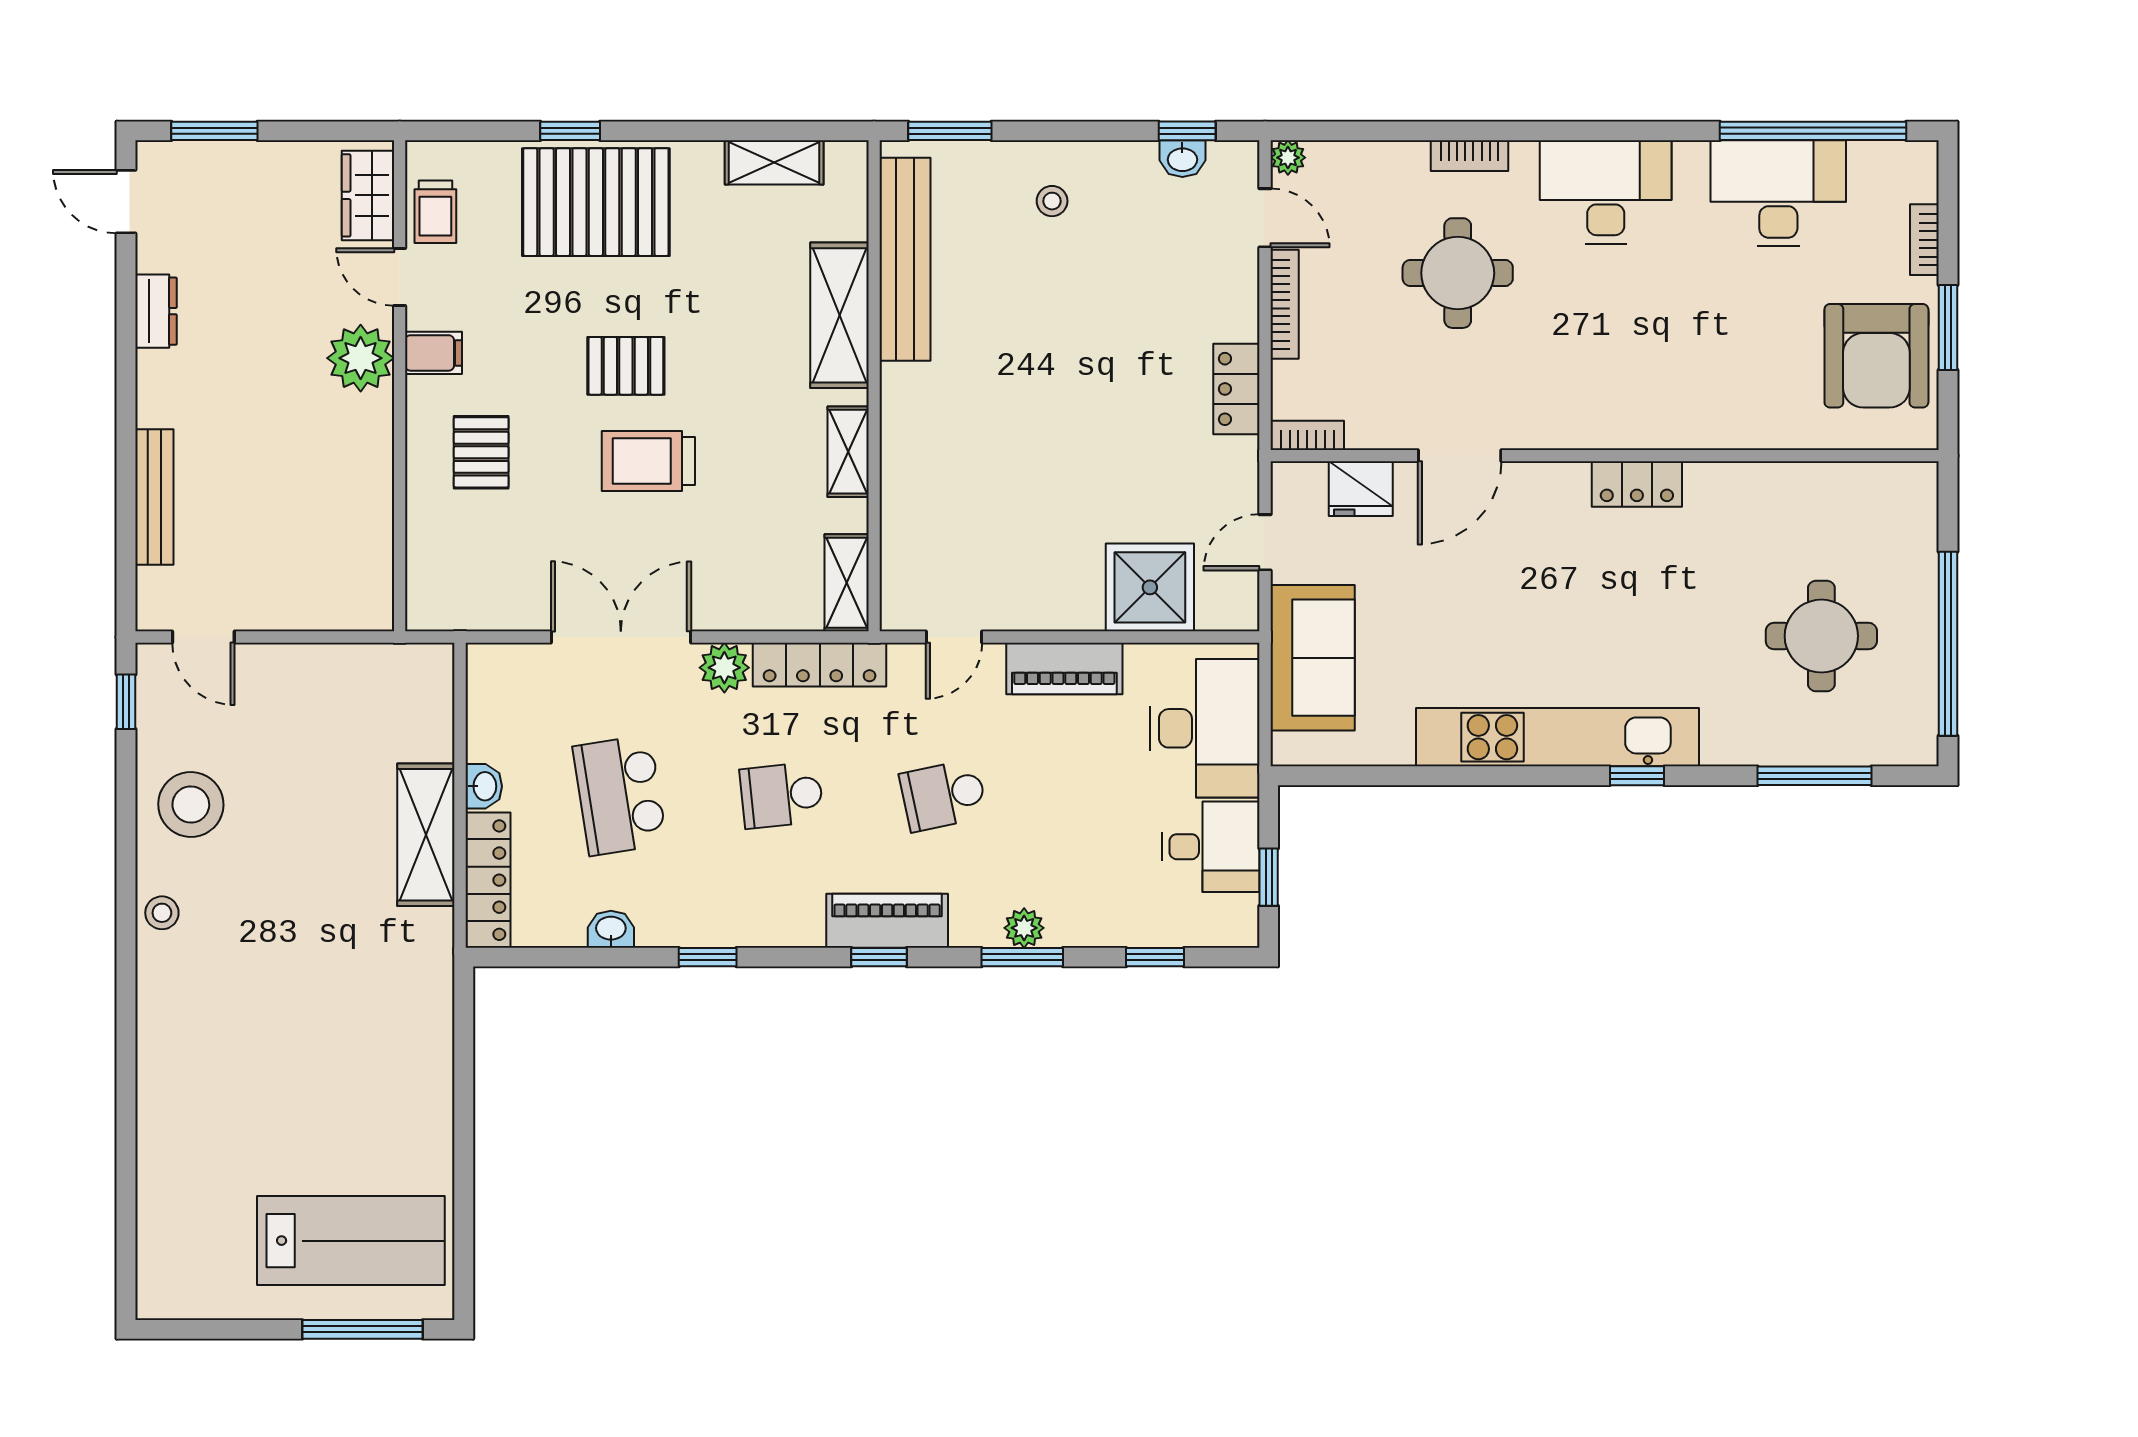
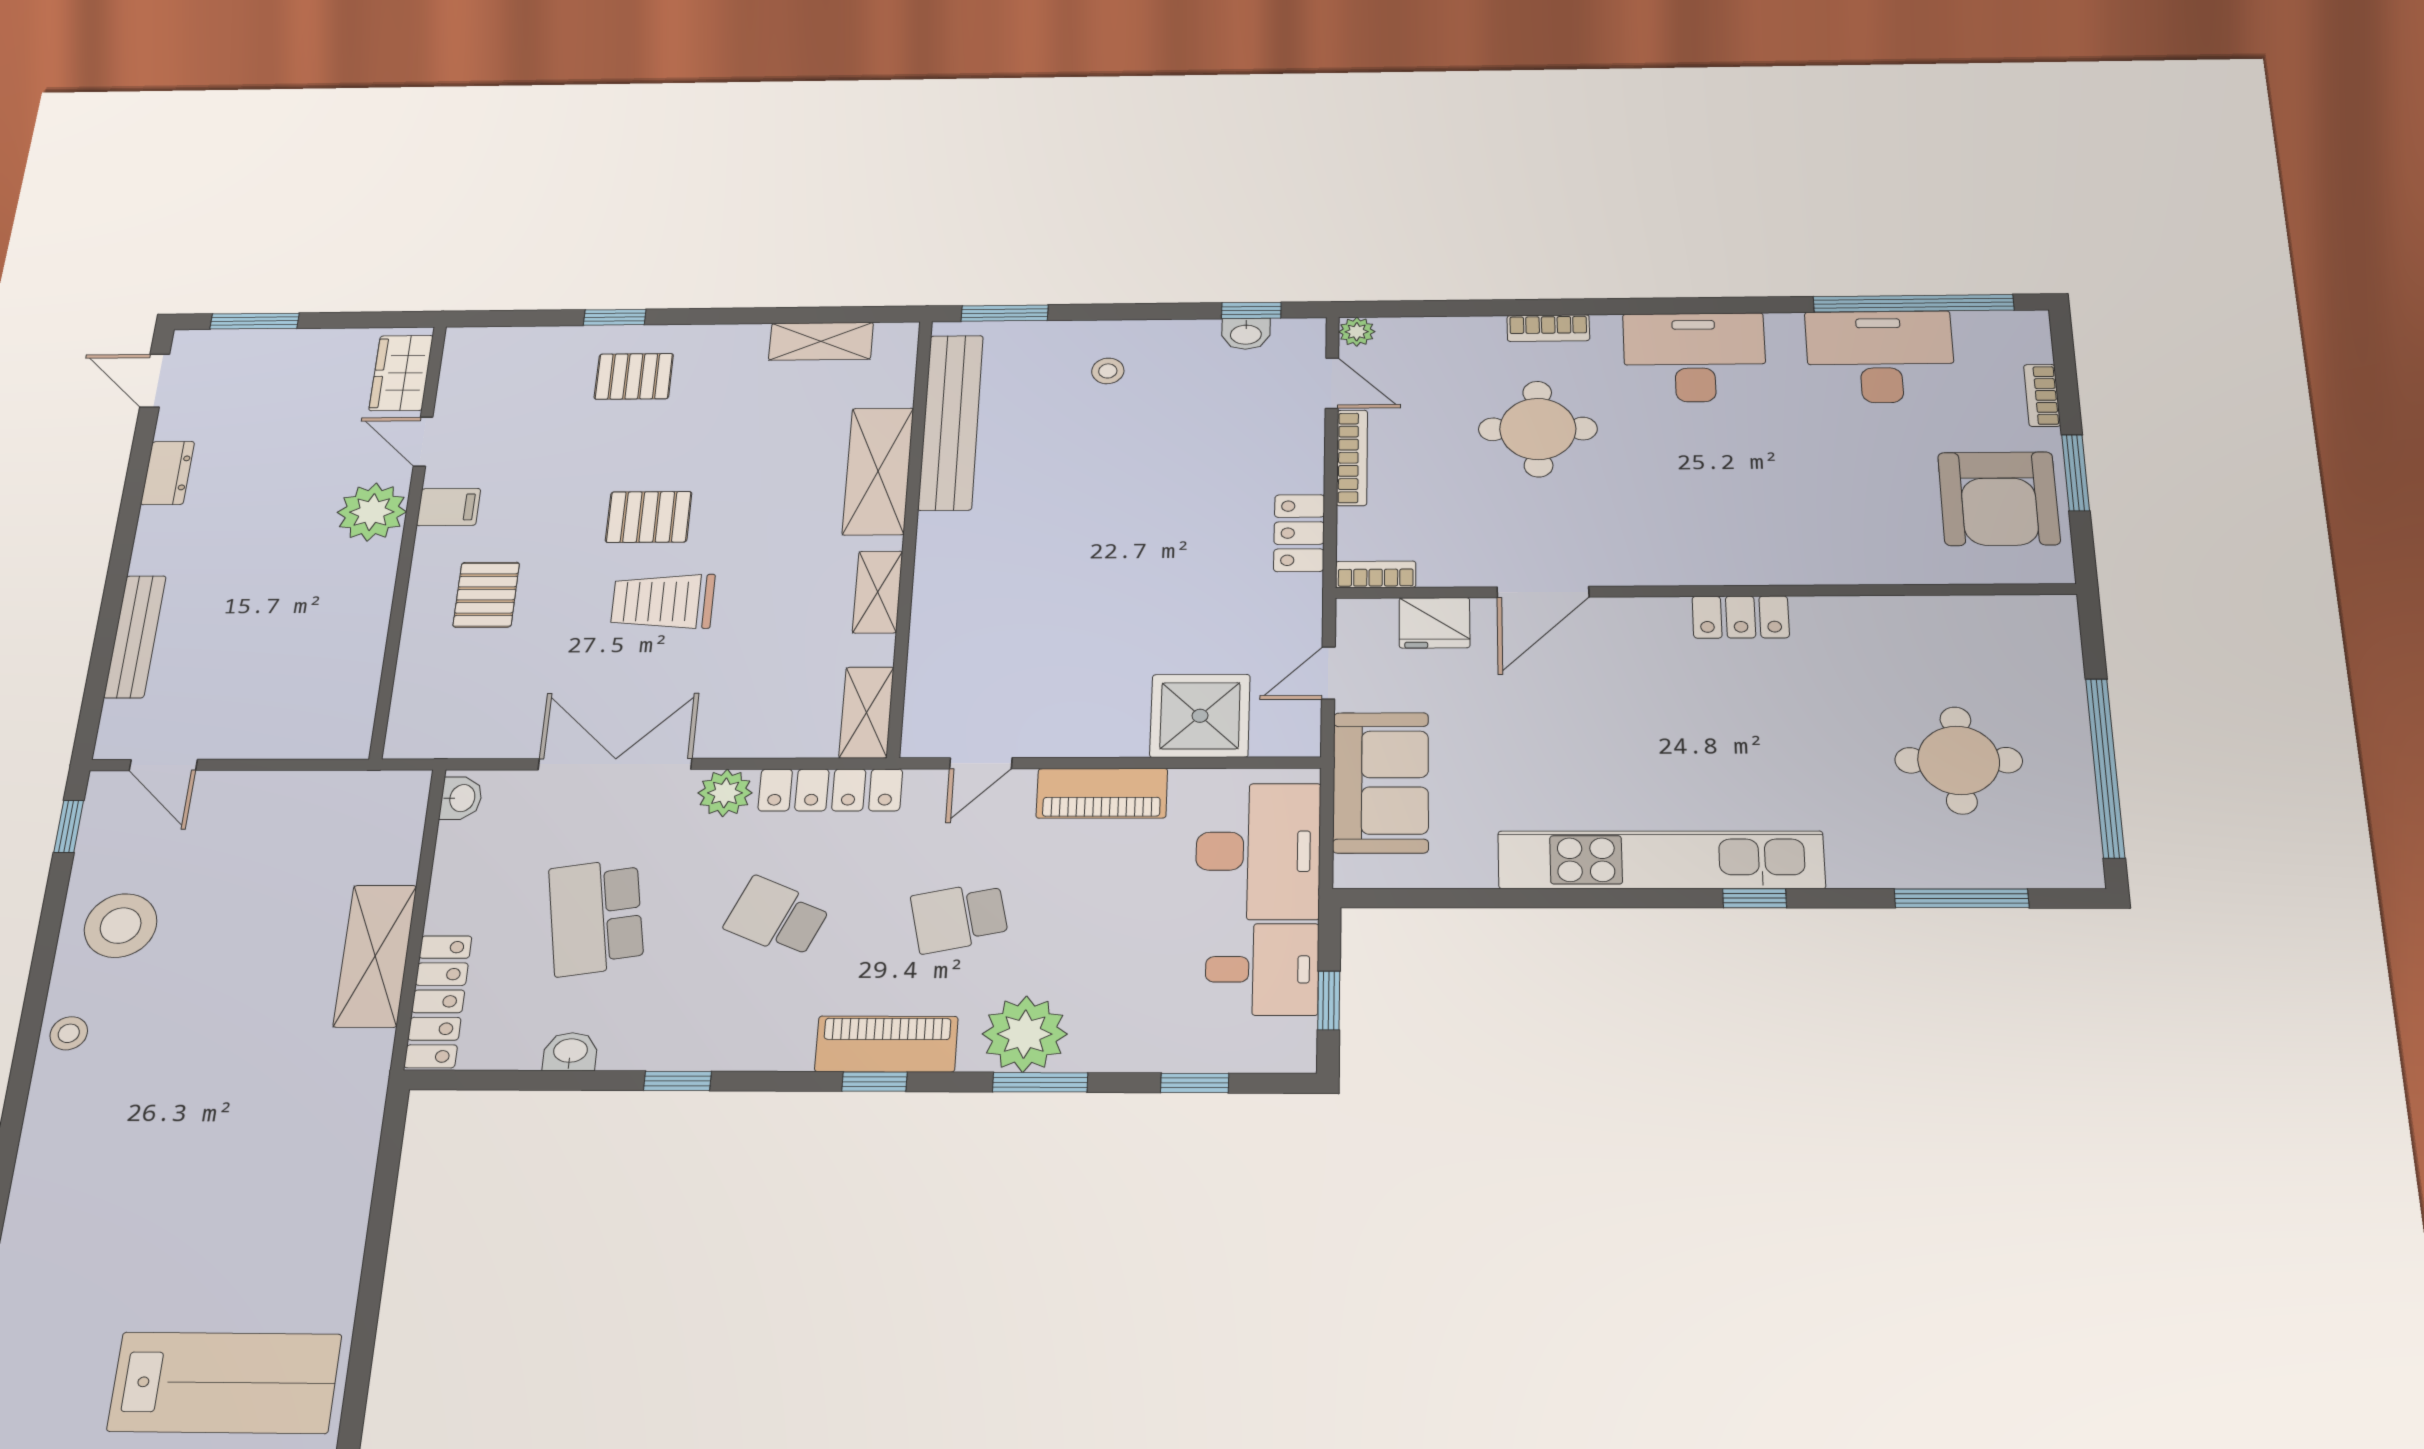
pallet: (596, 202) -> (634, 376), width x0.49, depth x0.50
trolley: (435, 212) -> (468, 386), removed
washbasin: (484, 786) -> (461, 798), moved
school desk: (782, 795) -> (777, 917), turned 30
plant: (1024, 928) -> (1025, 1034), width x1.88, depth x1.88

